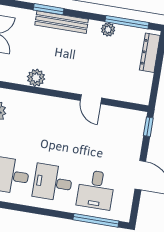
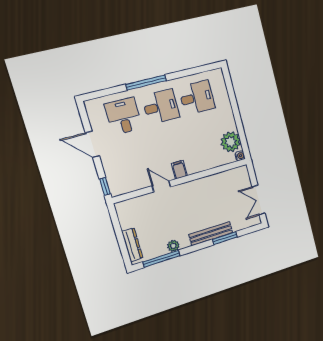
plant: (36, 78) -> (211, 183), removed
filing cabinet: (64, 108) -> (179, 170), added
window: (96, 220) -> (146, 83), moved

